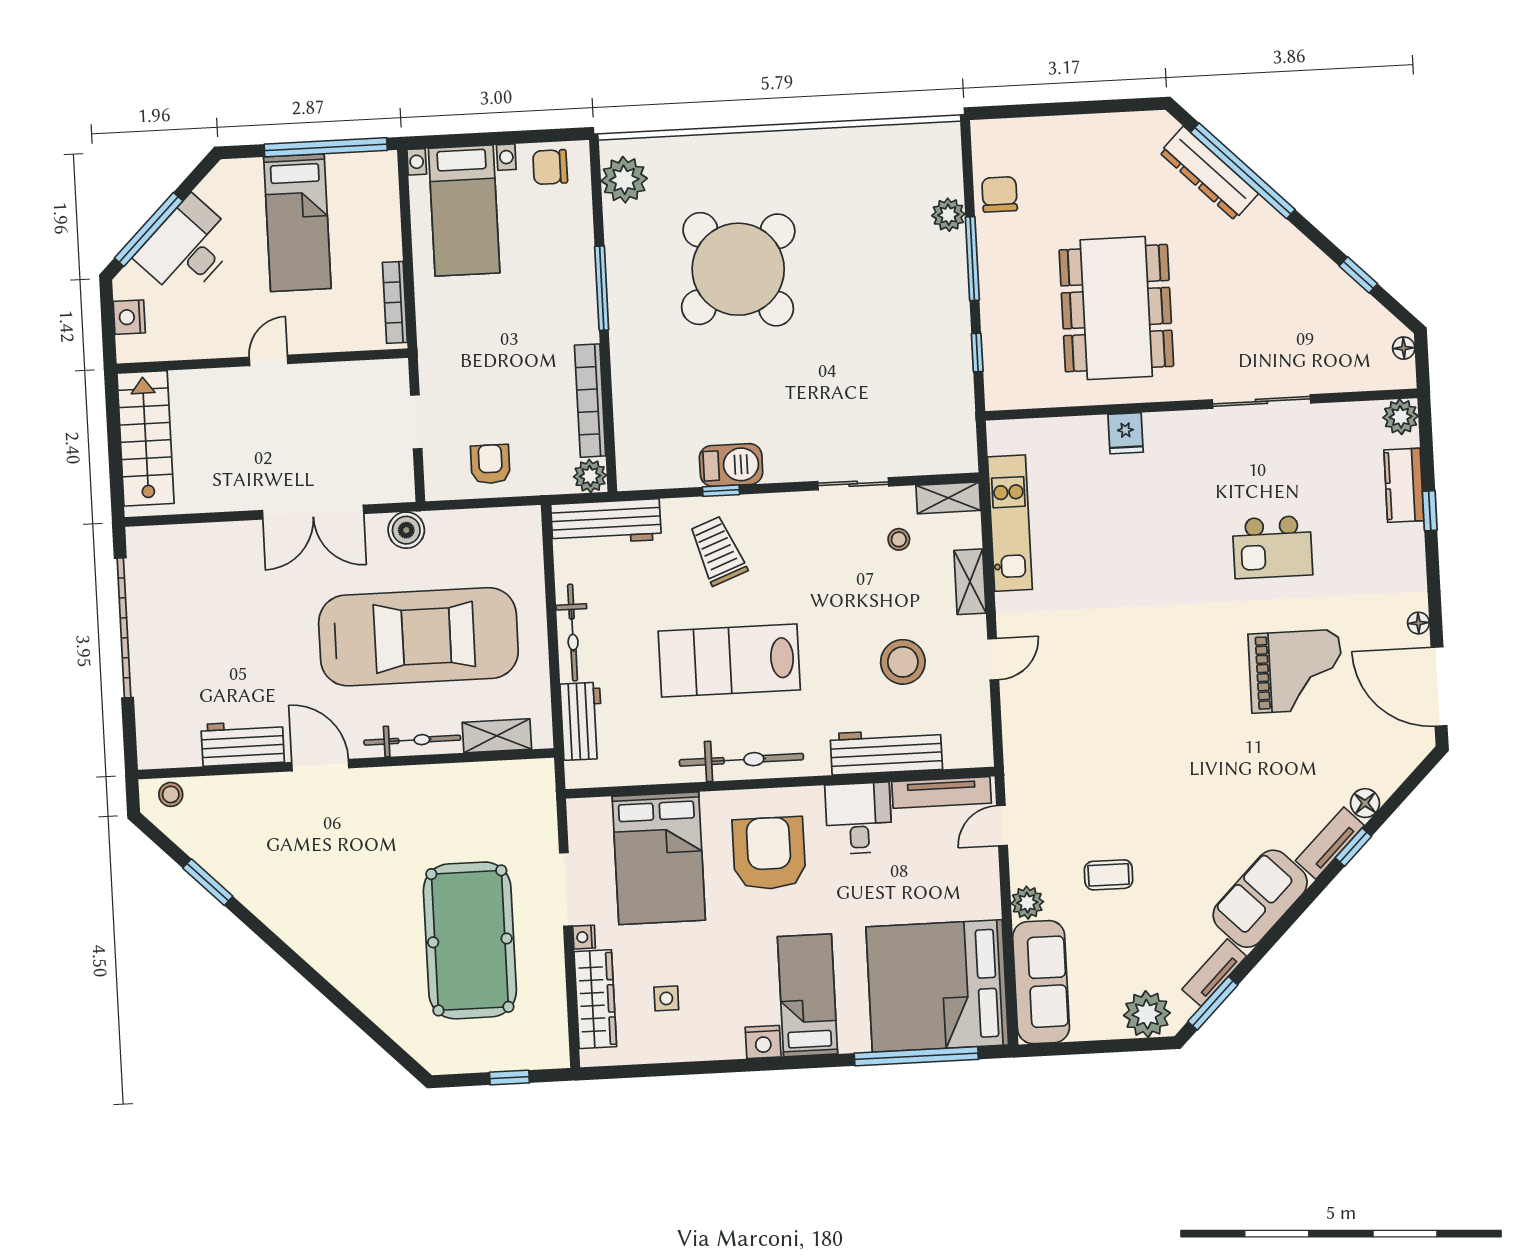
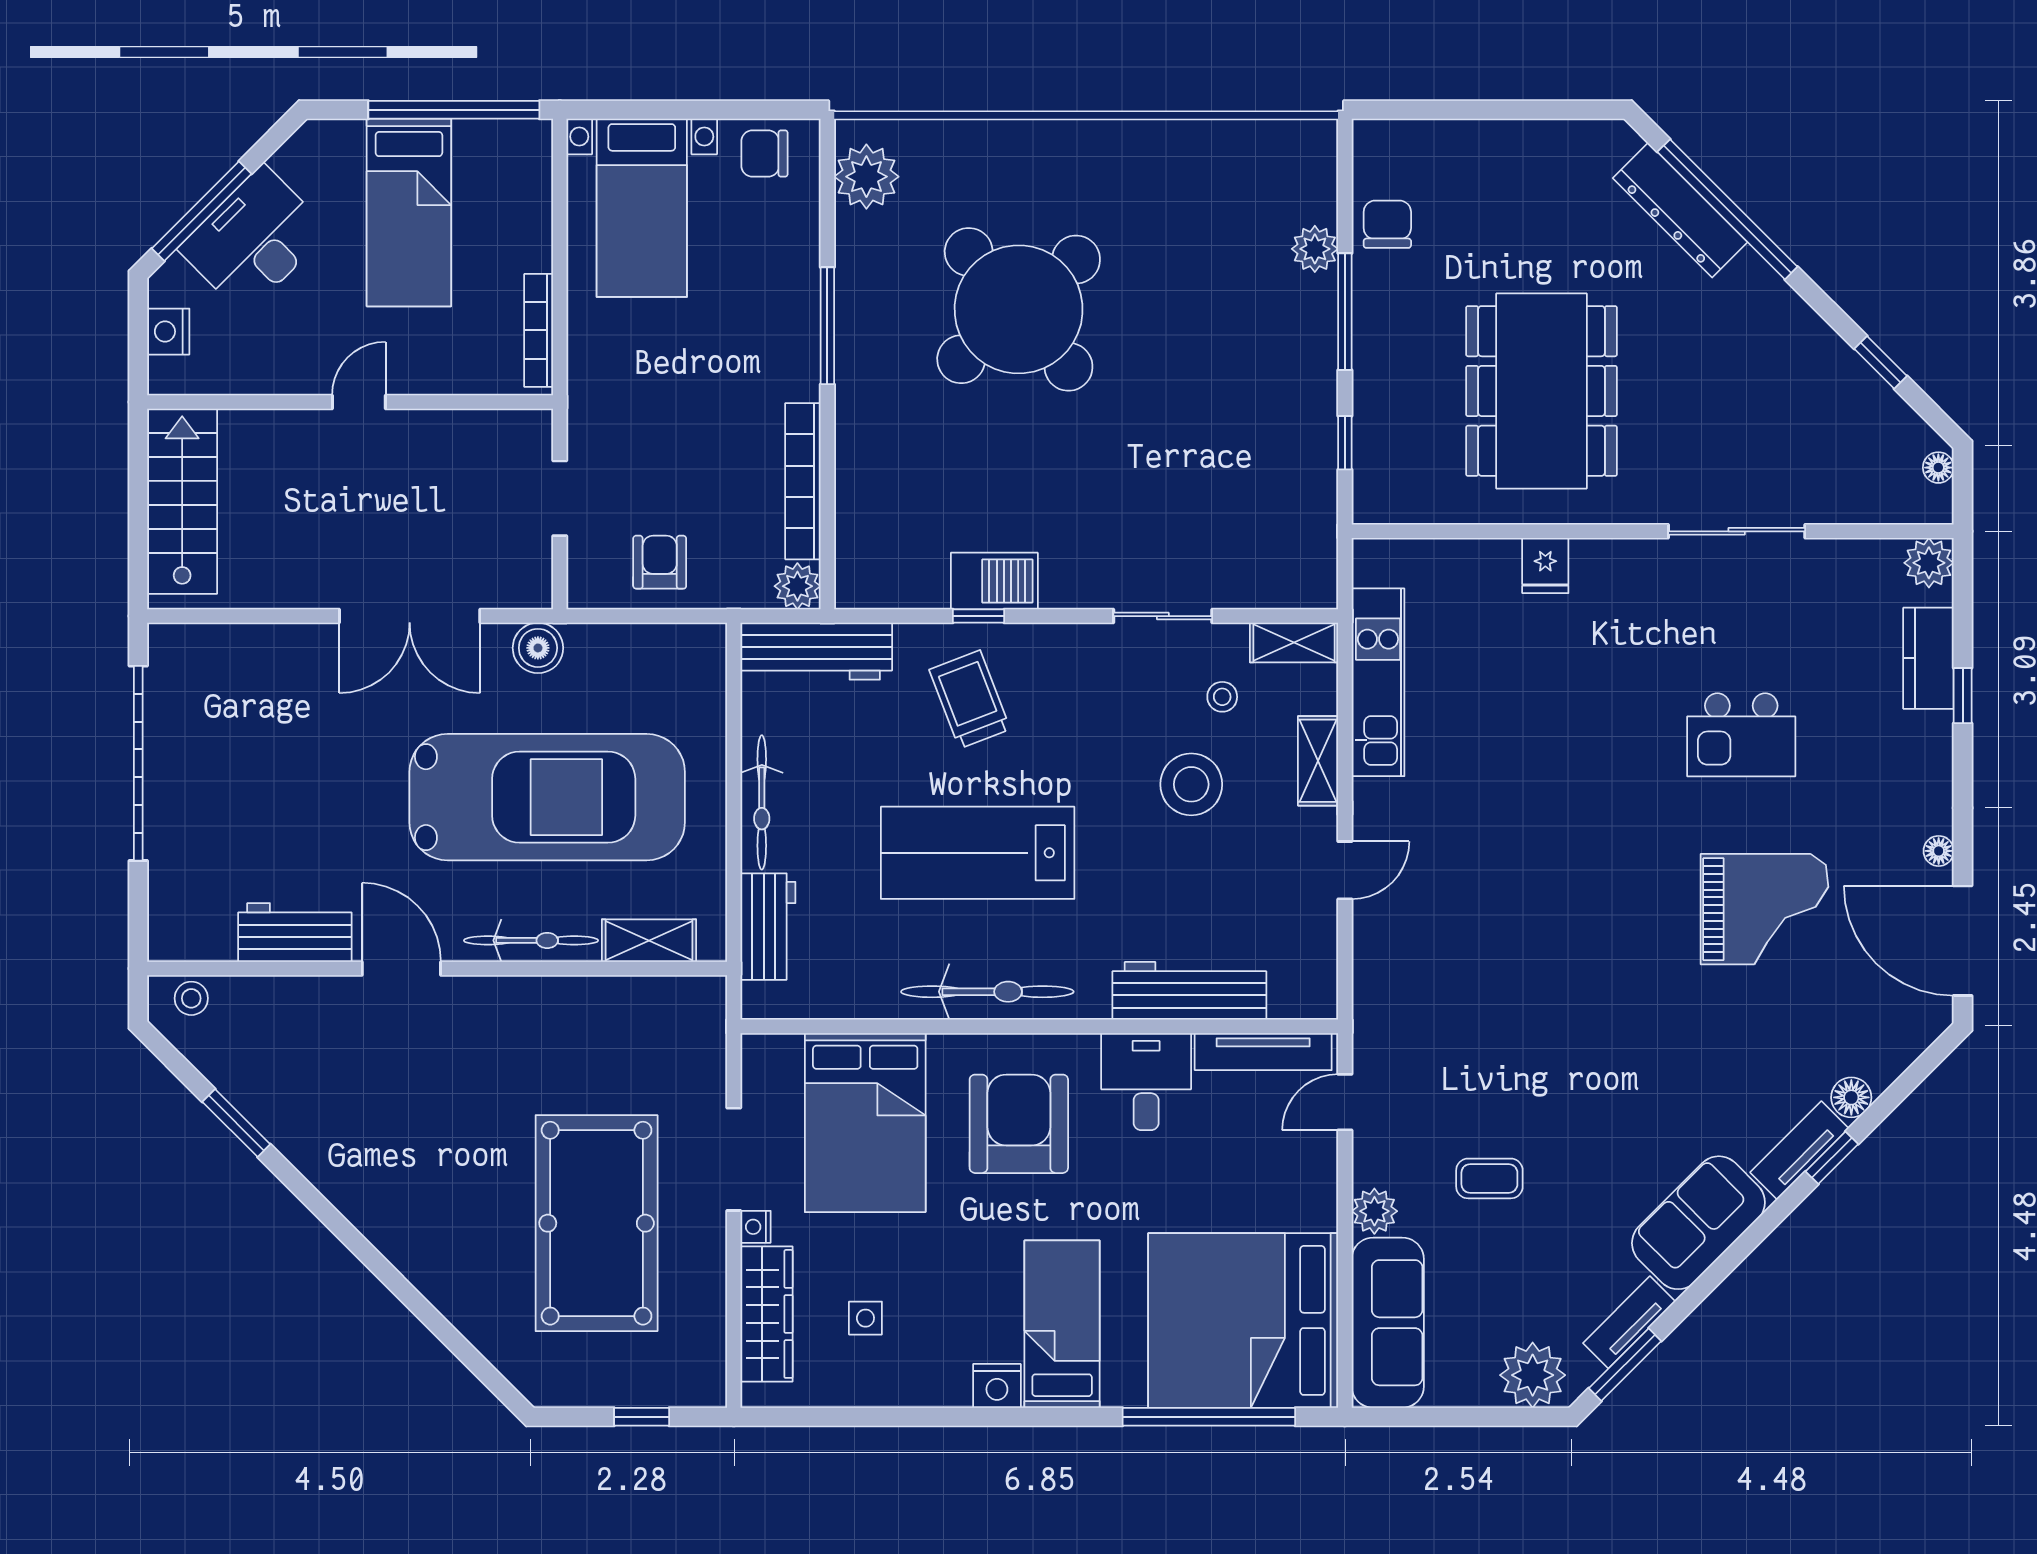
stool: (903, 662) -> (1191, 784), moved

